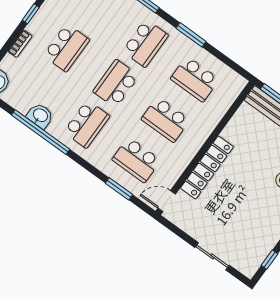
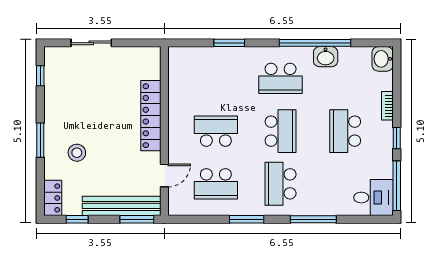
school desk: (195, 79) -> (216, 184), turned 180
school desk: (87, 124) -> (281, 78), turned -90
school desk: (136, 160) -> (216, 78), removed
window: (119, 189) -> (229, 43), moved
door: (167, 201) -> (164, 175), moved

